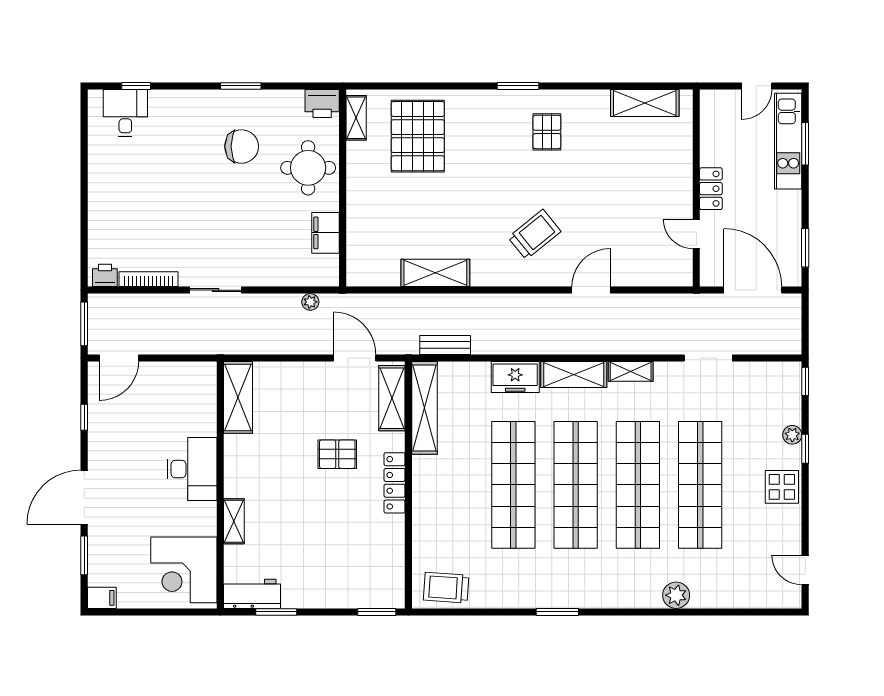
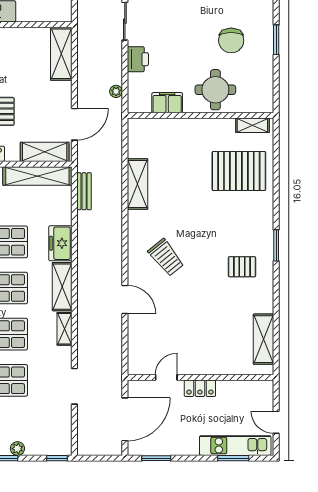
printer: (322, 103) -> (138, 59), moved, turned 180
shelving: (238, 397) -> (61, 54), moved, turned 90

